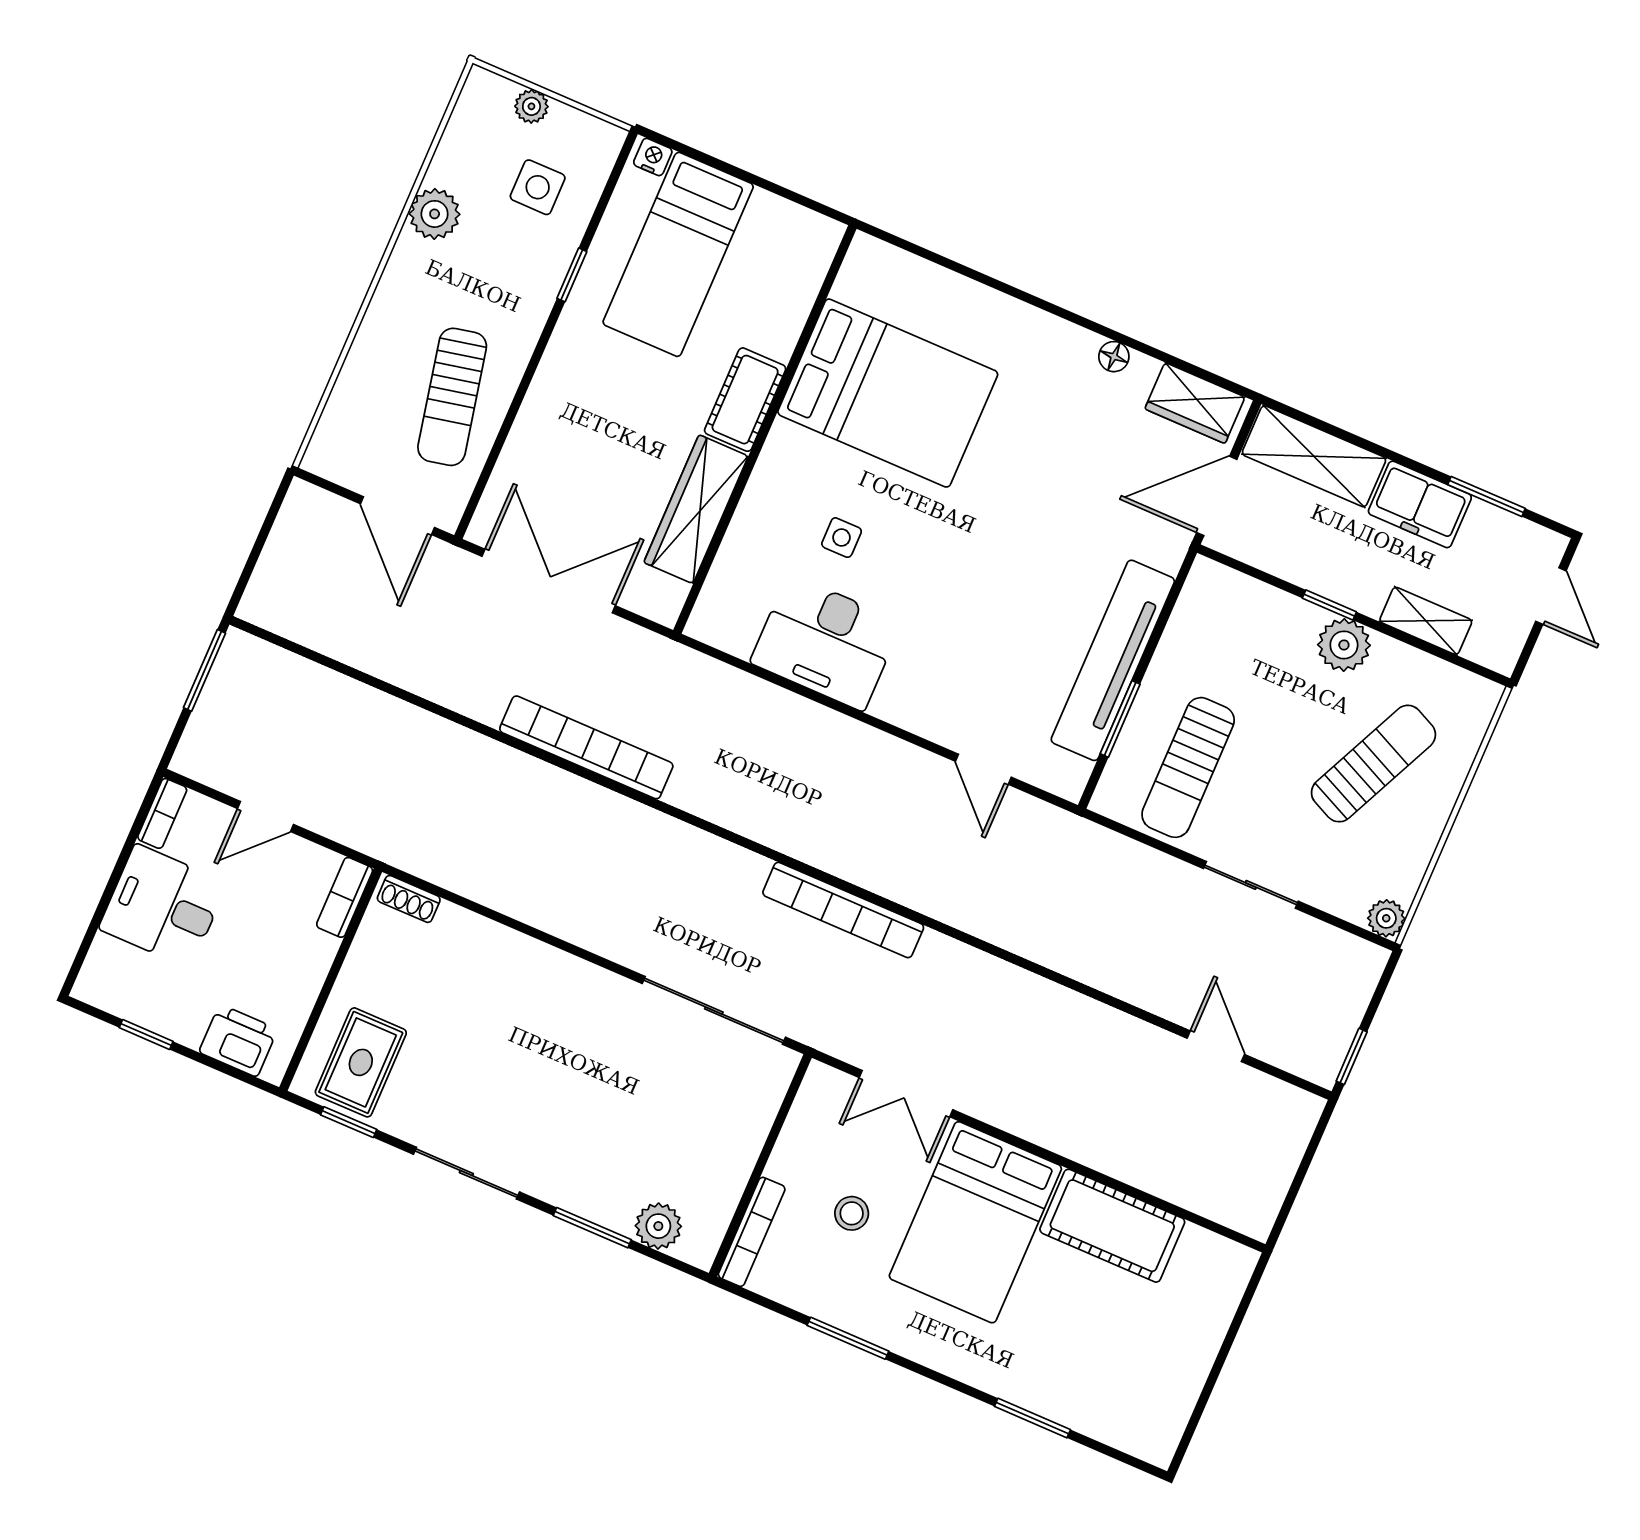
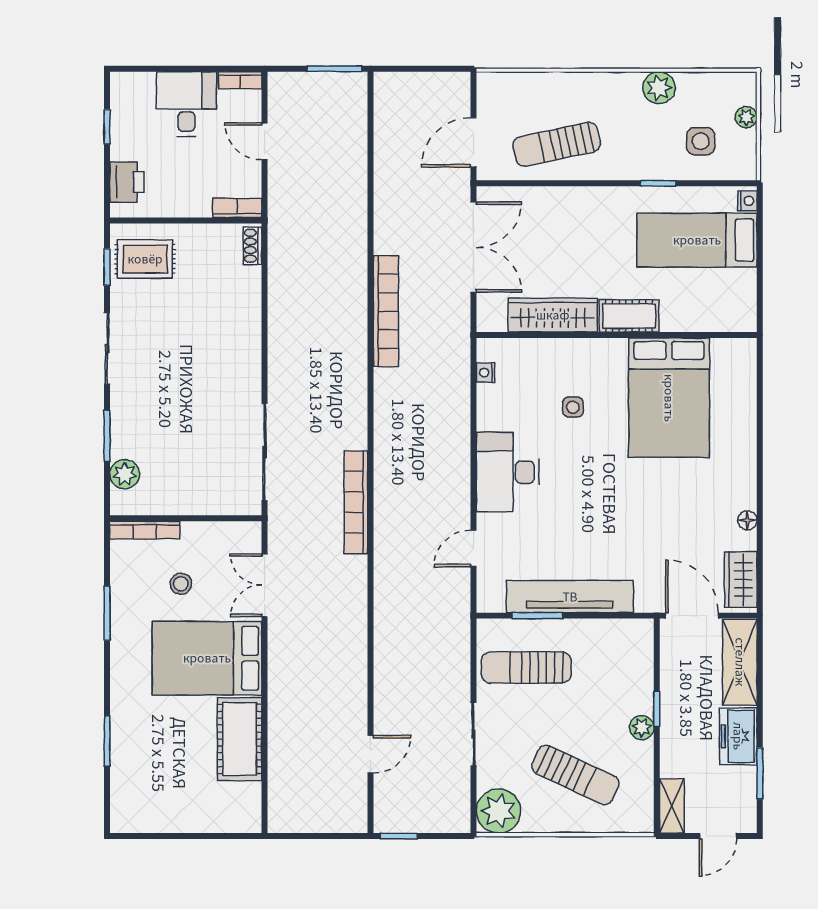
shelving: (1426, 621) -> (672, 806), moved
nightstand: (737, 642) -> (486, 373), added
desk: (826, 642) -> (508, 472), moved
plant: (1344, 645) -> (642, 728), width x0.73, depth x0.73
plant: (1386, 918) -> (499, 811), width x1.87, depth x1.87

